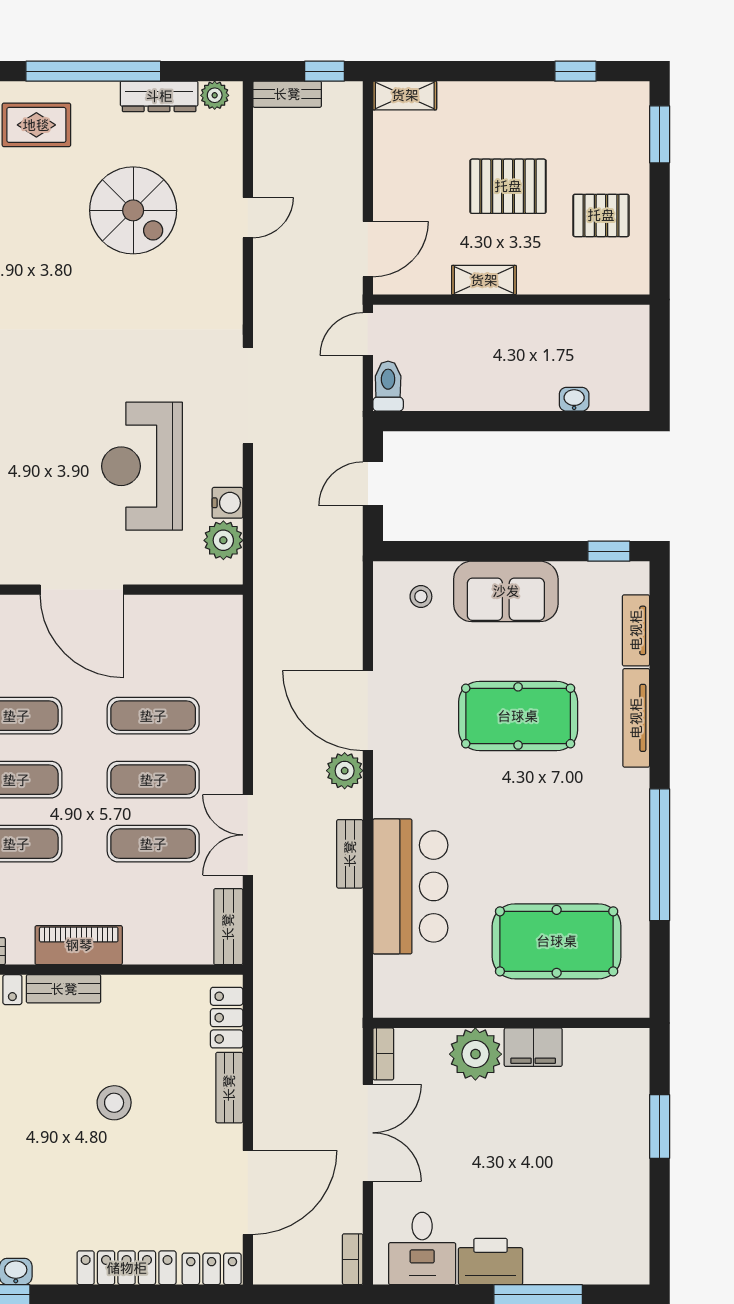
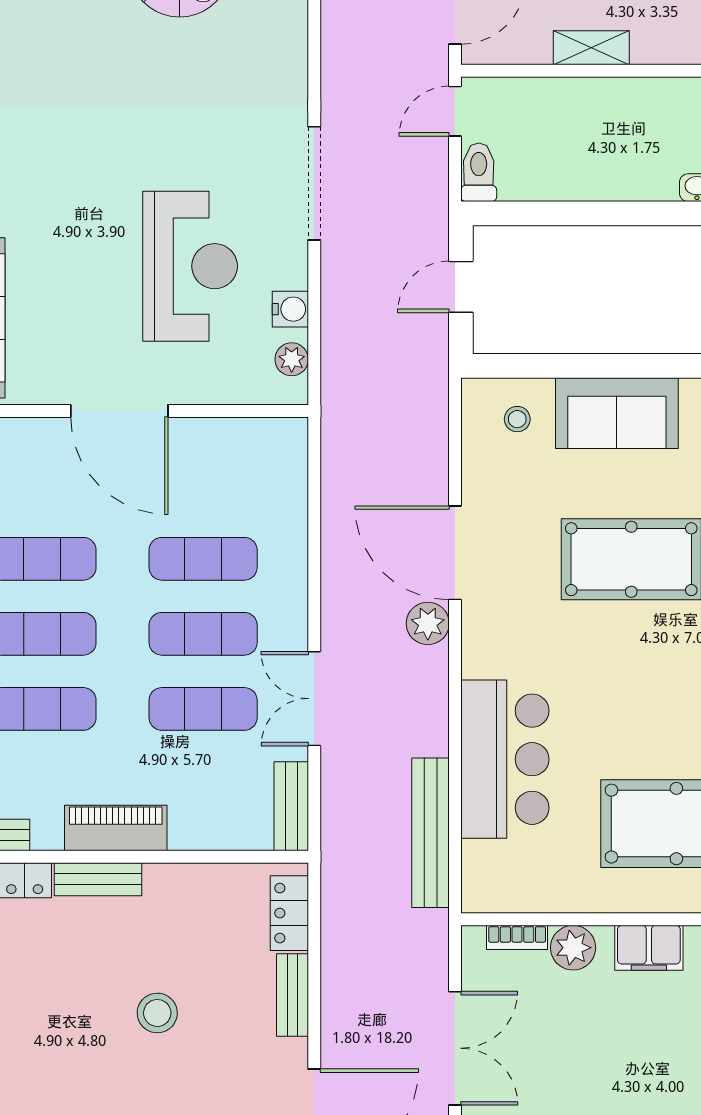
reception desk: (142, 466) -> (190, 266), turned 180
plant: (223, 540) -> (292, 359), width x0.73, depth x0.73
bench: (350, 854) -> (430, 833), moved, width x1.86, depth x1.21
bookcase: (383, 1054) -> (517, 937), moved, turned 90
plant: (475, 1054) -> (573, 948), width x0.73, depth x0.73

